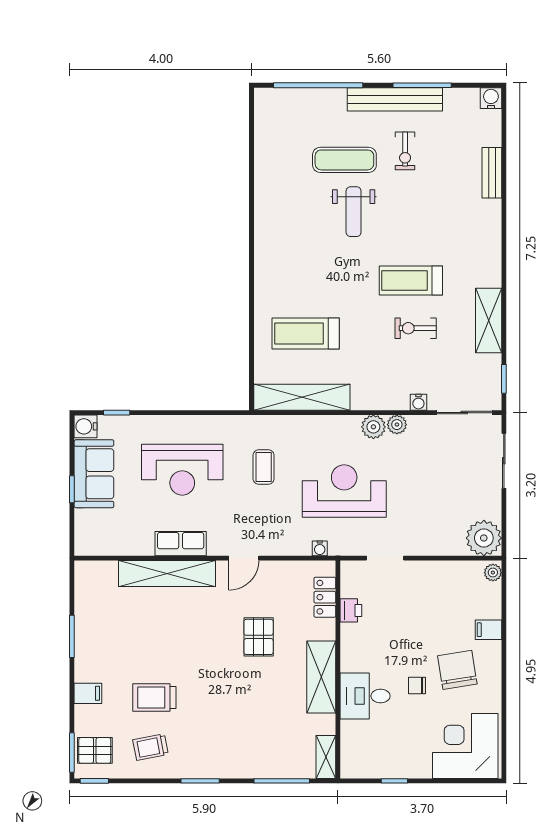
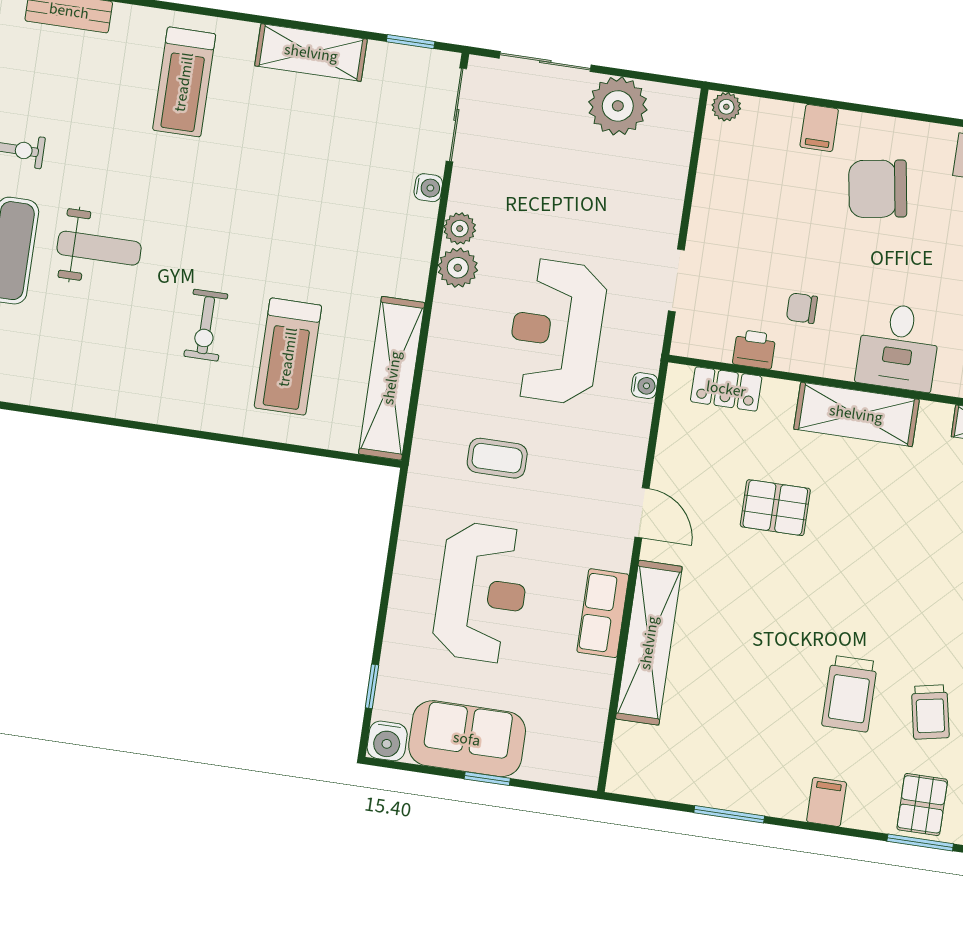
treadmill: (411, 281) -> (184, 82), moved
exercise bike: (416, 328) -> (206, 325), moved
plant: (484, 538) -> (618, 106), moved
chair: (417, 685) -> (802, 308), moved, turned 90

